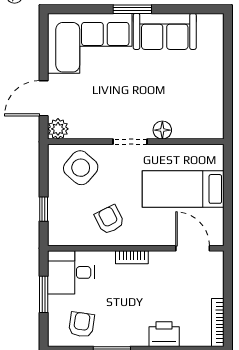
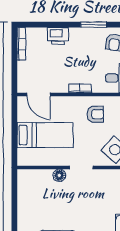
armchair: (109, 220) -> (95, 114), turned -63

